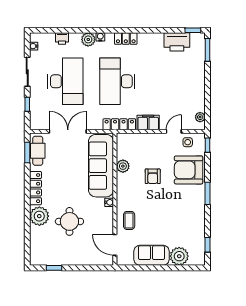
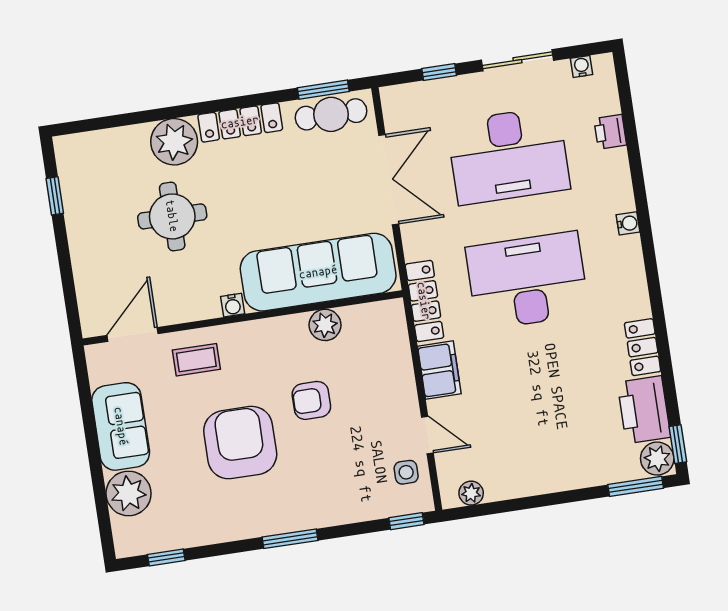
plant: (88, 39) -> (657, 459), moved
locker: (126, 39) -> (643, 347), moved
armchair: (189, 170) -> (240, 443), moved

